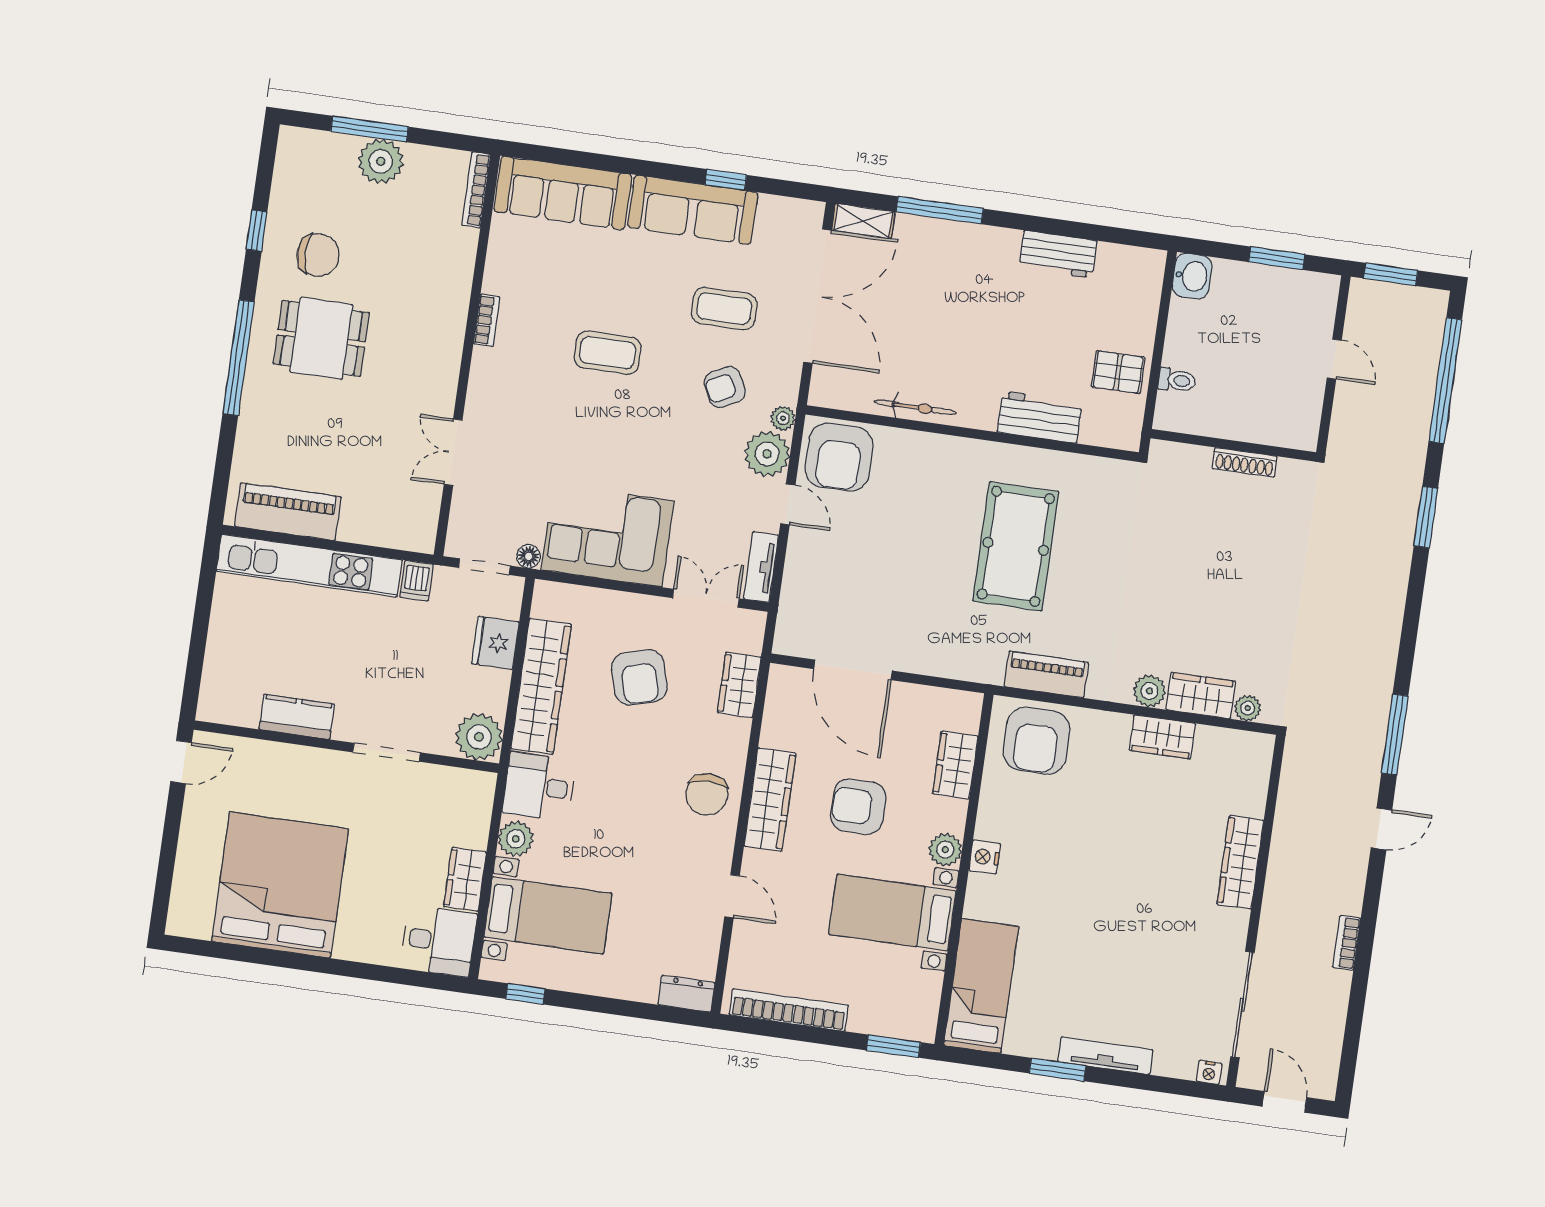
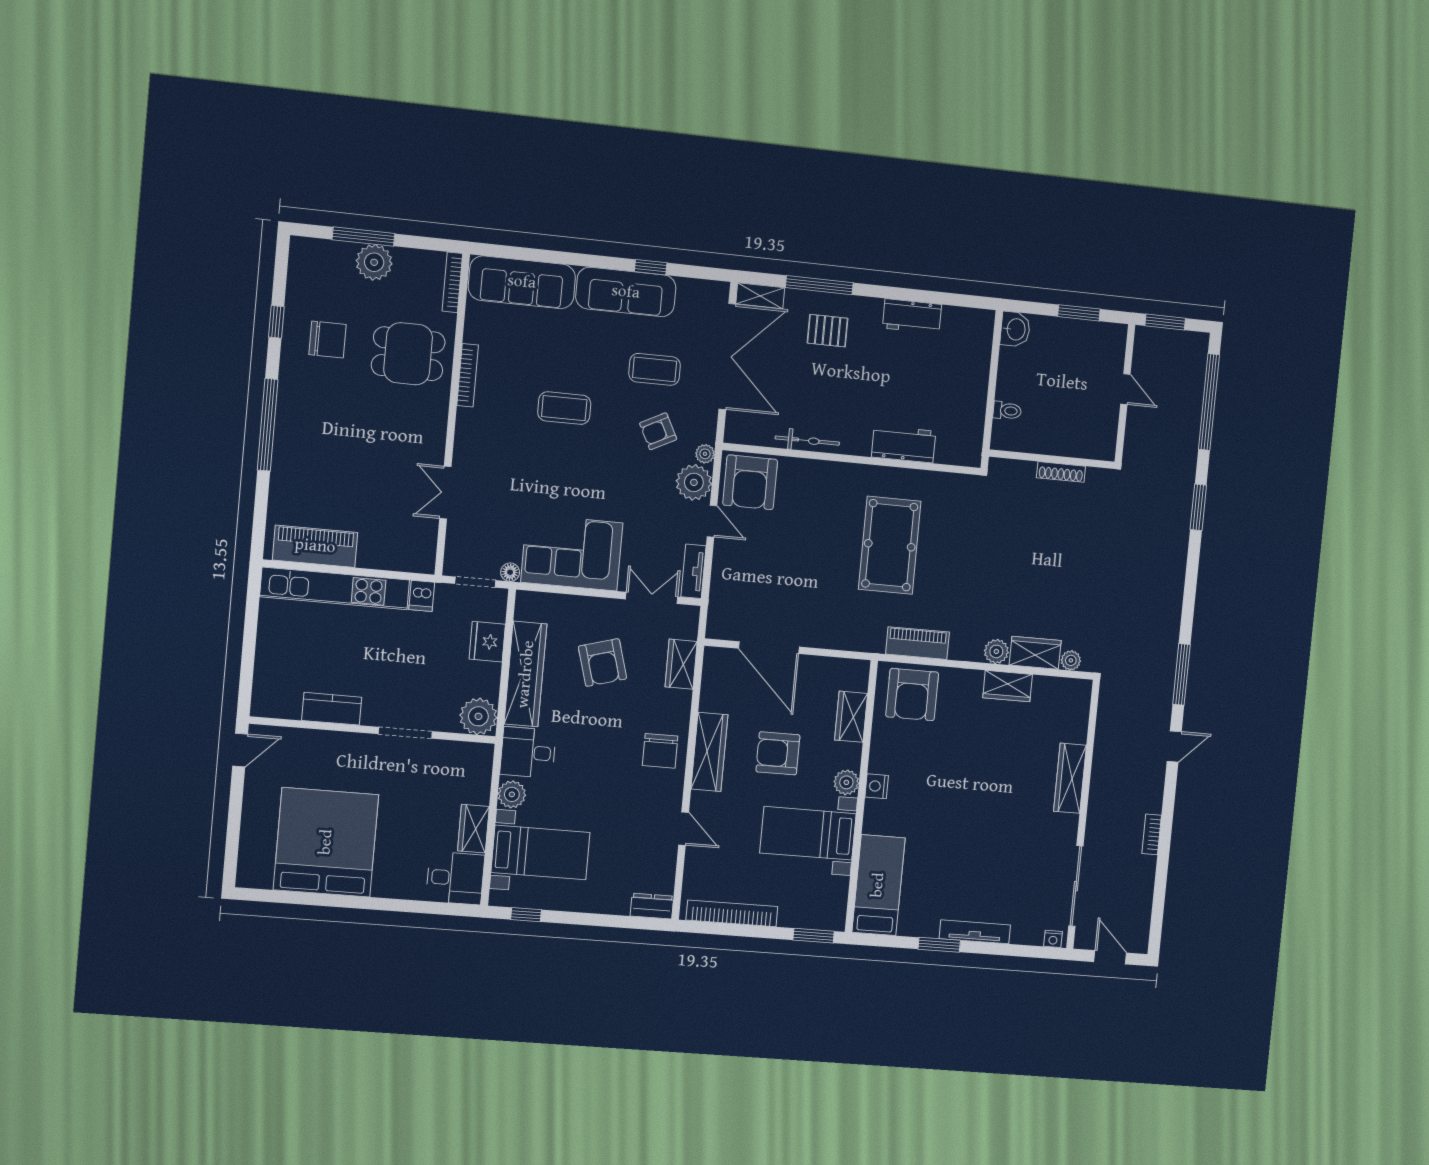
bookcase: (487, 320) -> (468, 375), width x1.56
dining table: (321, 338) -> (408, 354), moved
pallet: (1118, 372) -> (828, 331), moved

